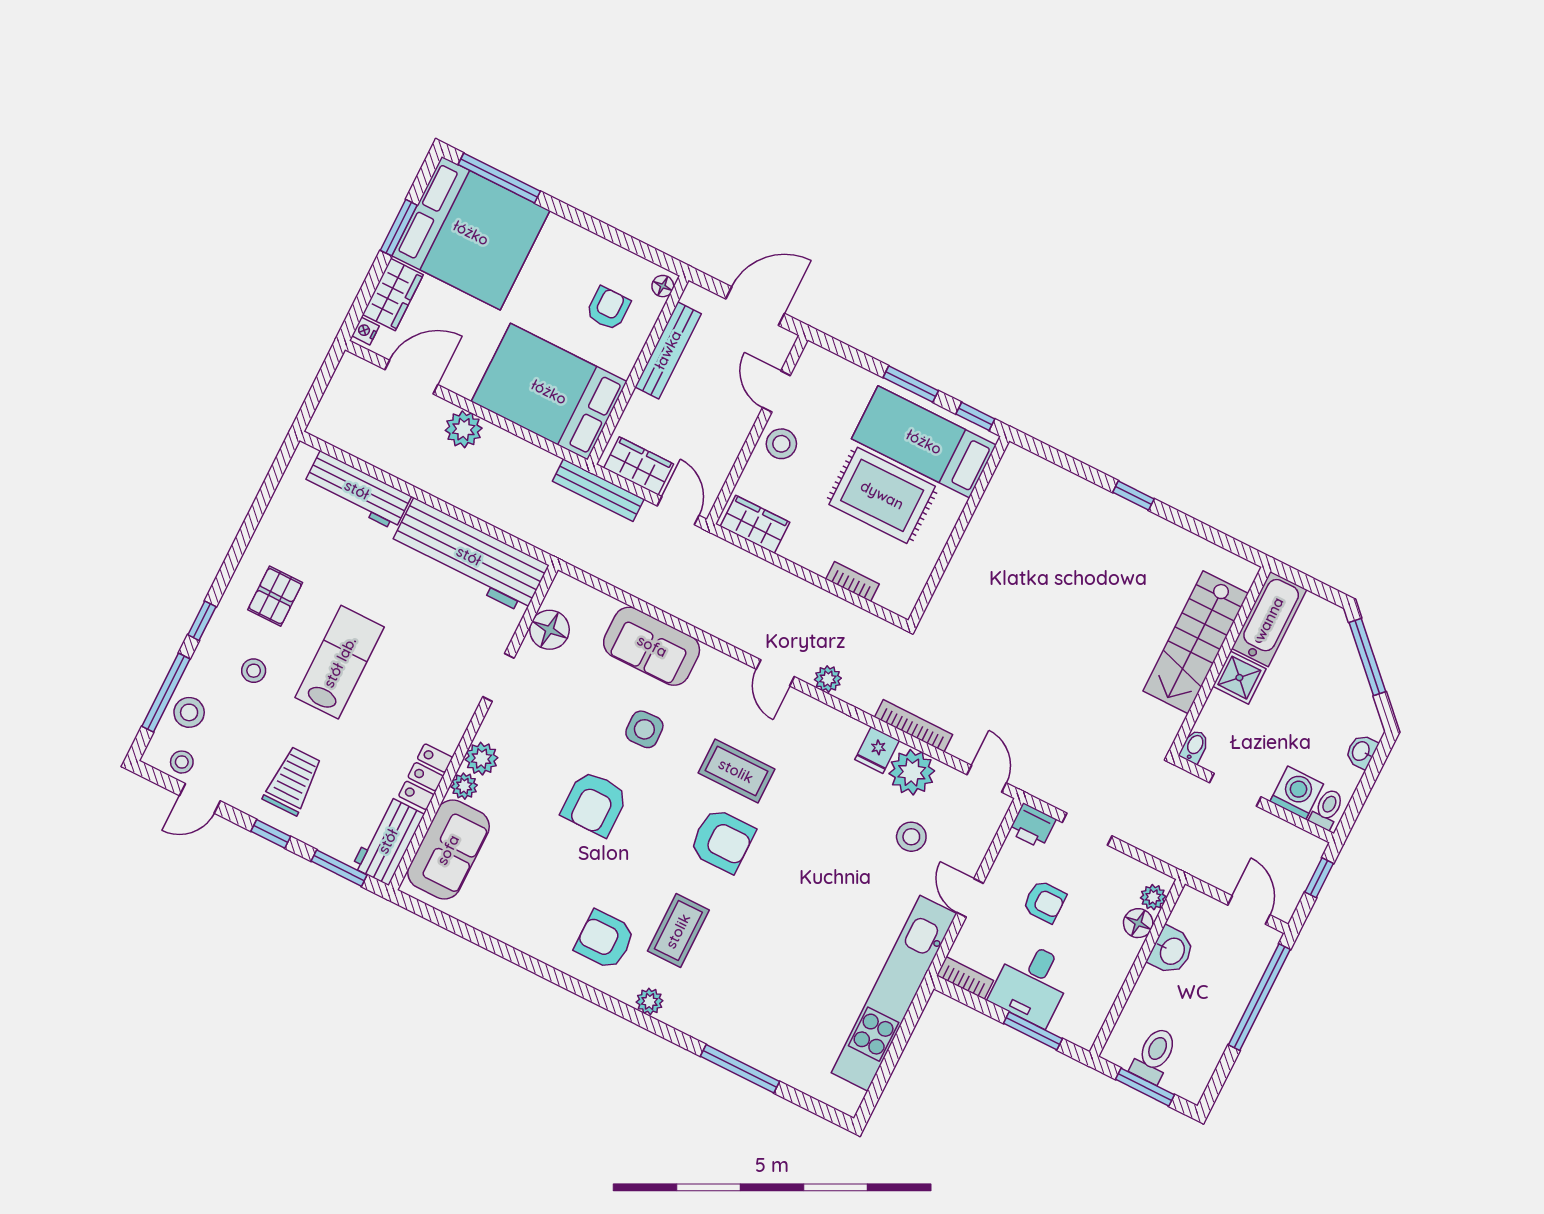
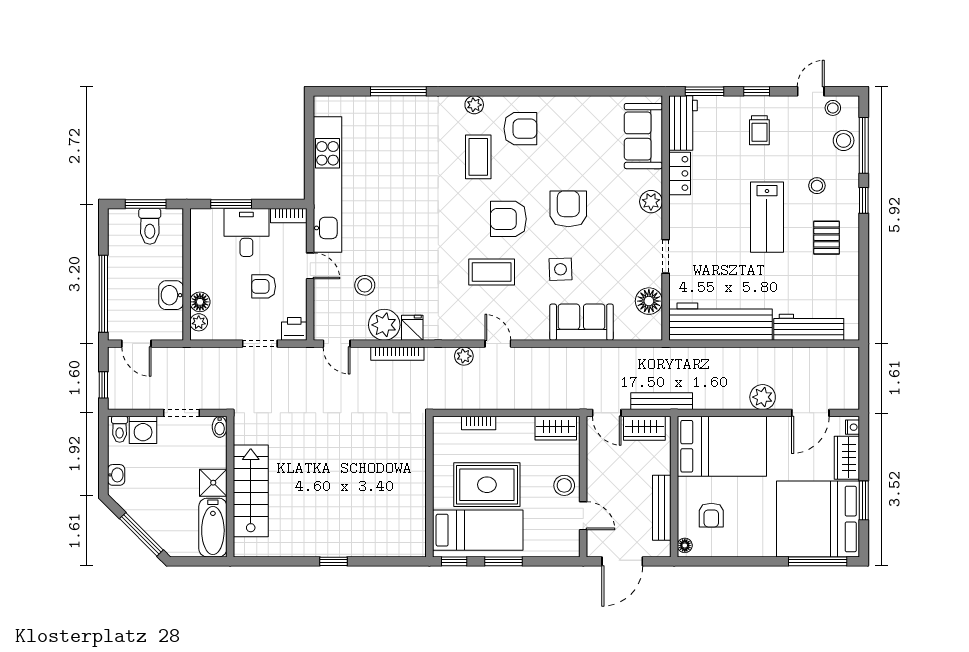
trolley: (293, 781) -> (759, 130), width x0.73, depth x0.72
plant: (464, 786) -> (653, 180), removed
armchair: (722, 840) -> (508, 219), moved

